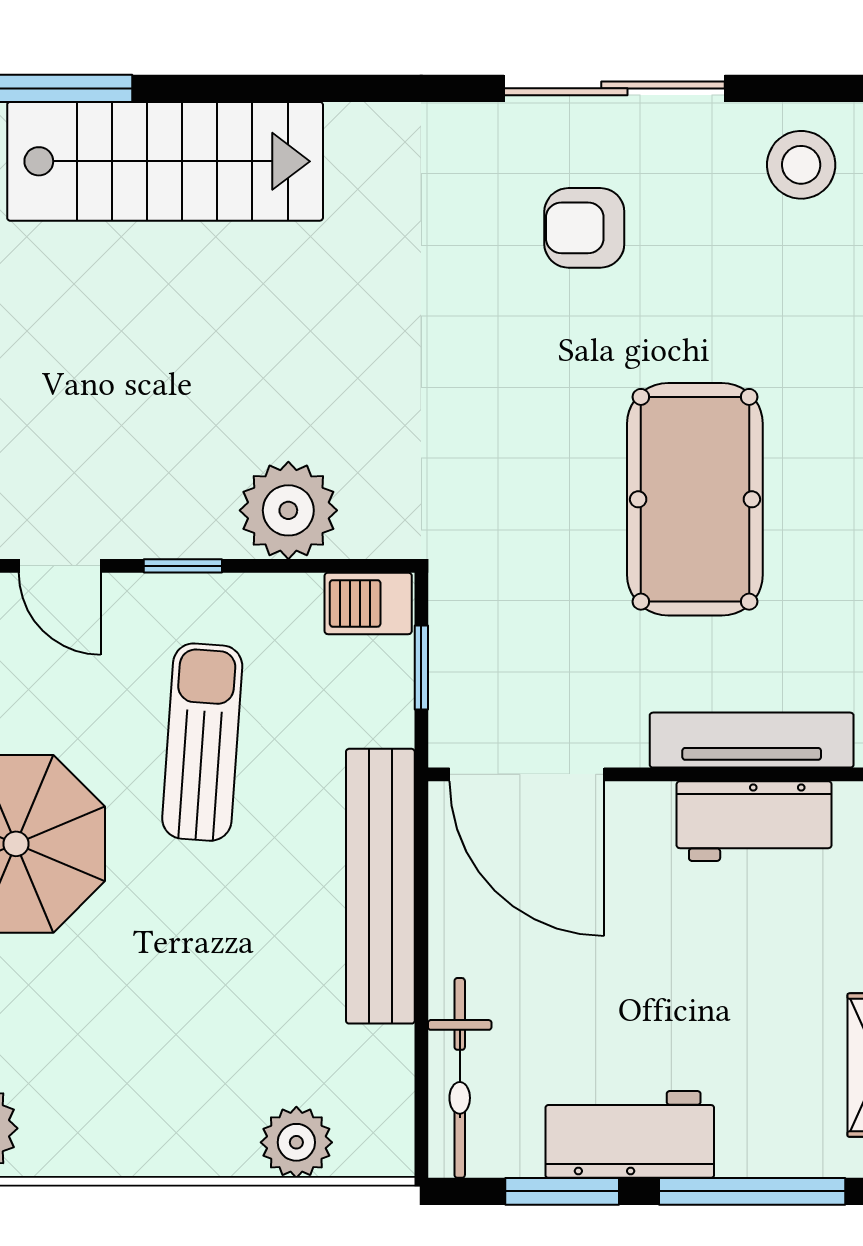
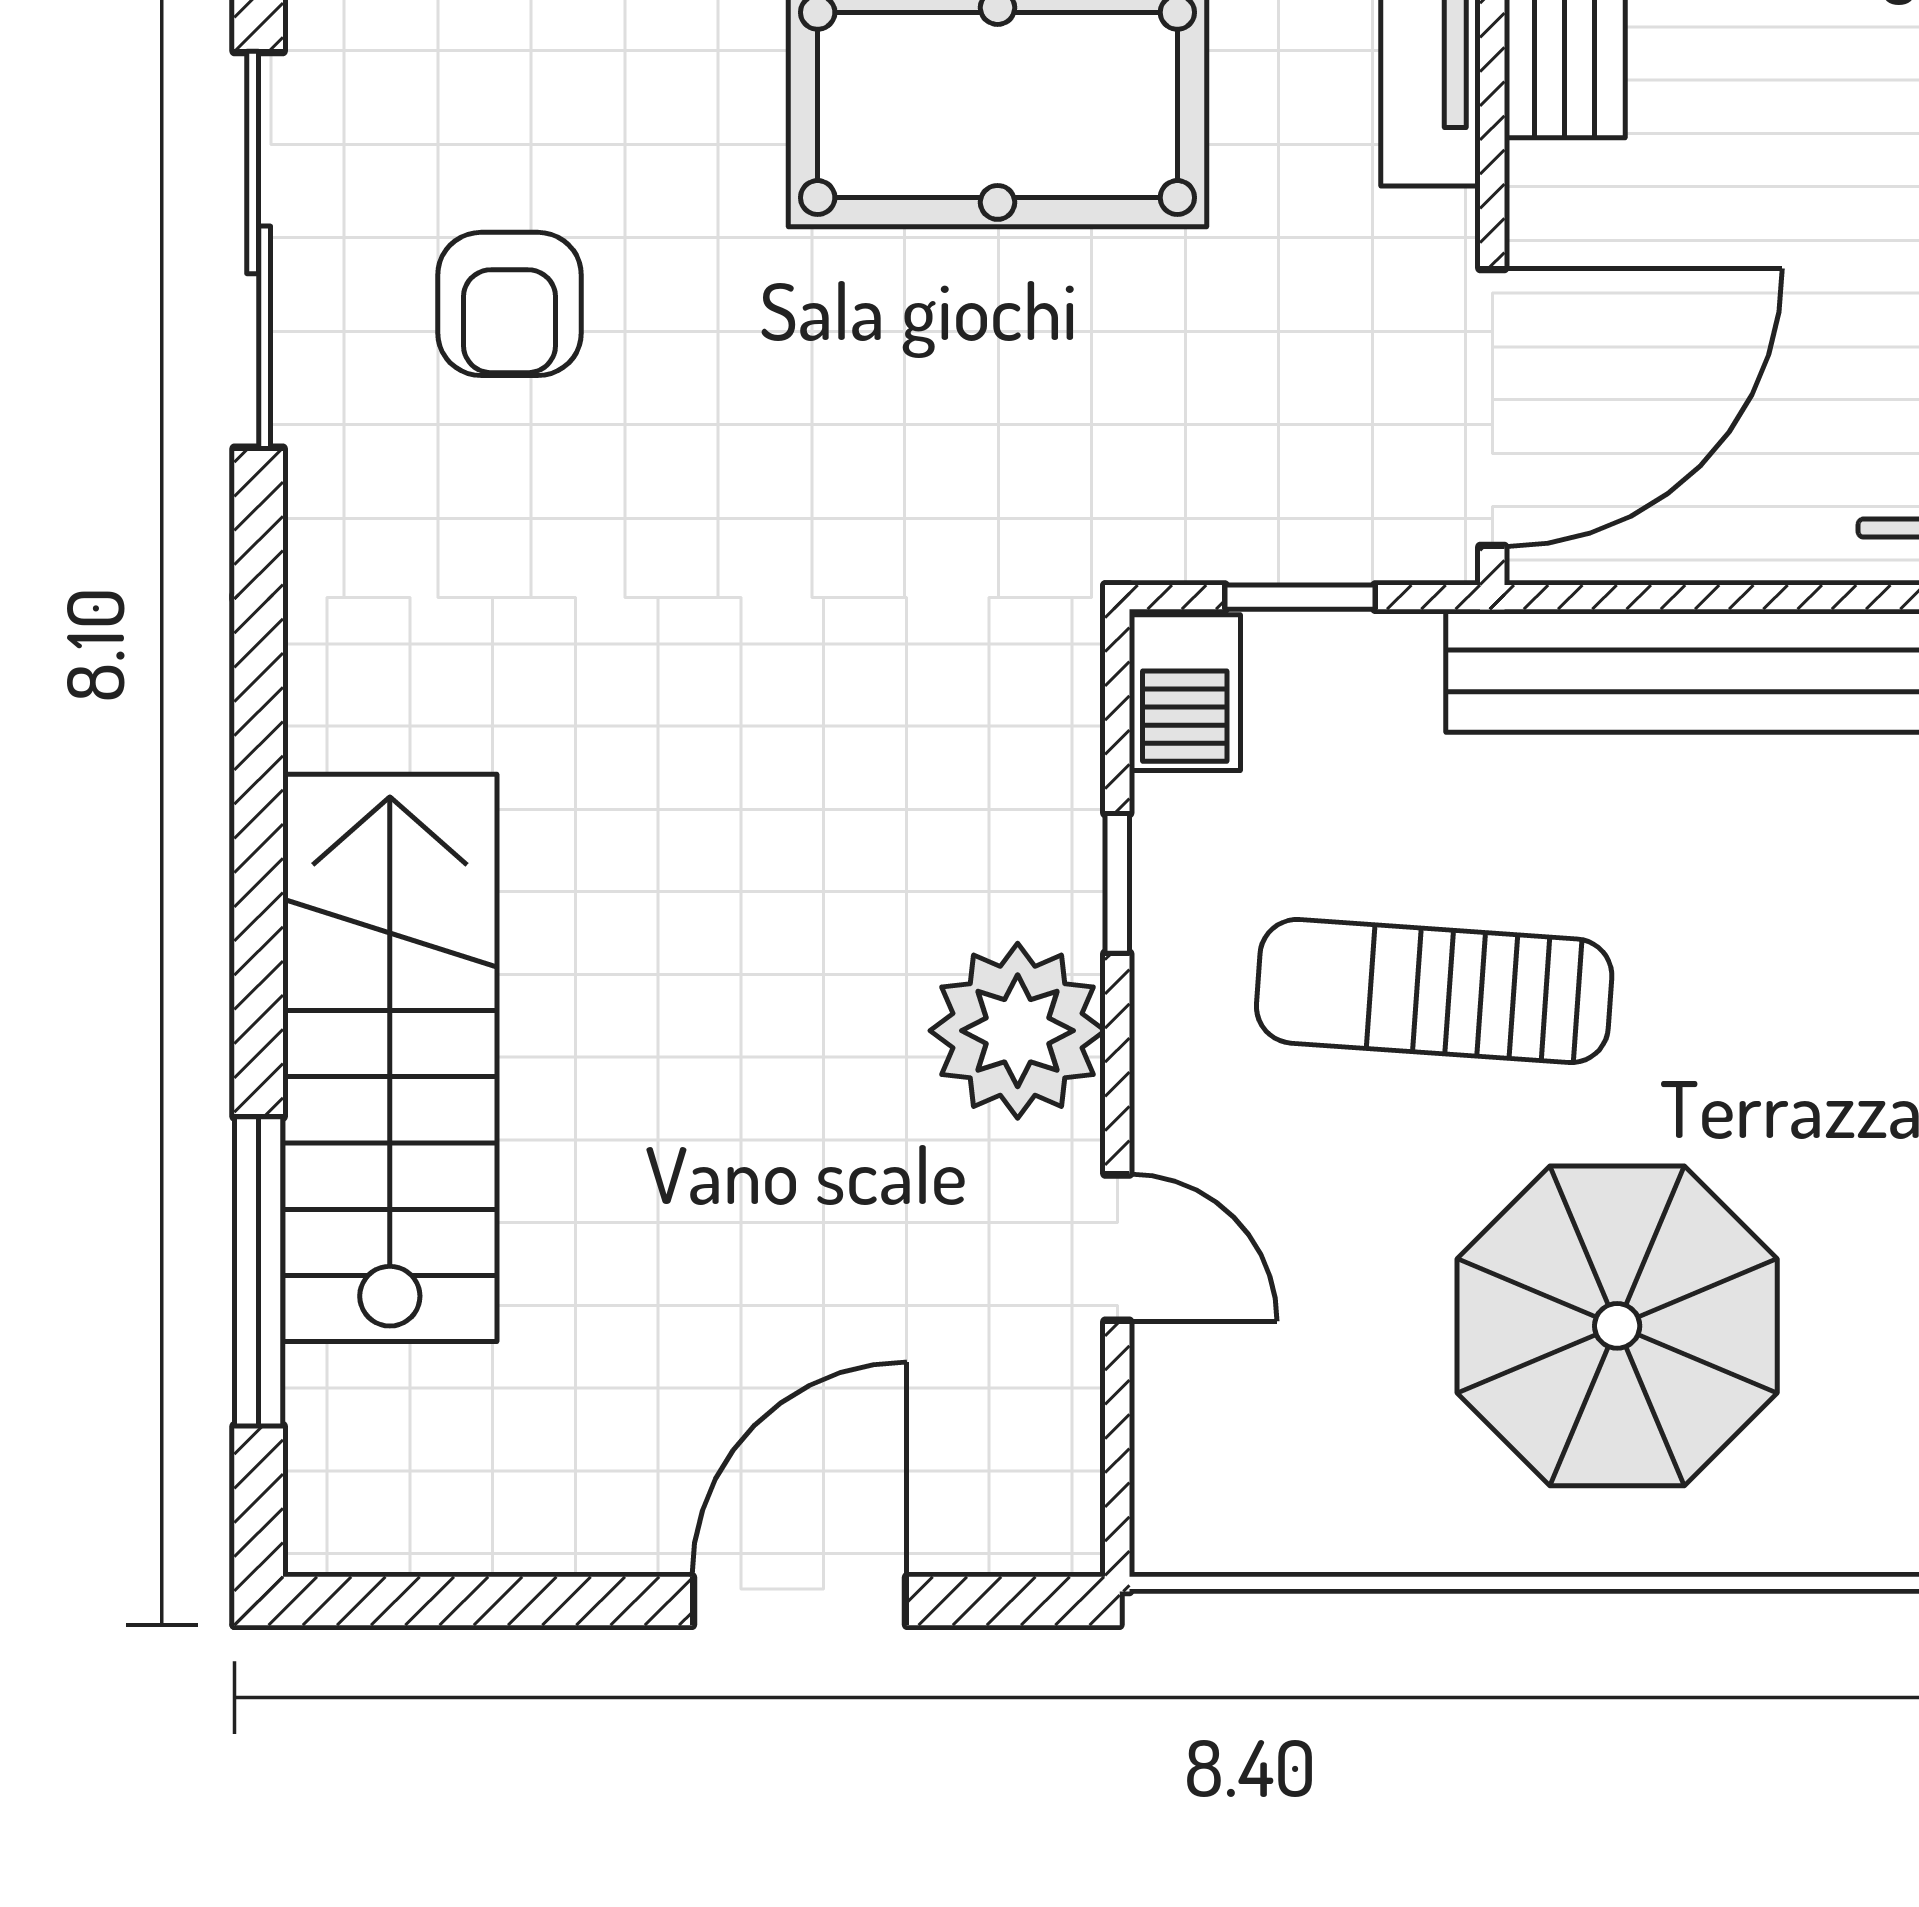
plant: (288, 510) -> (1018, 1031), moved
door: (60, 566) -> (1117, 1248), hinge flipped
window: (183, 566) -> (1117, 883), moved

